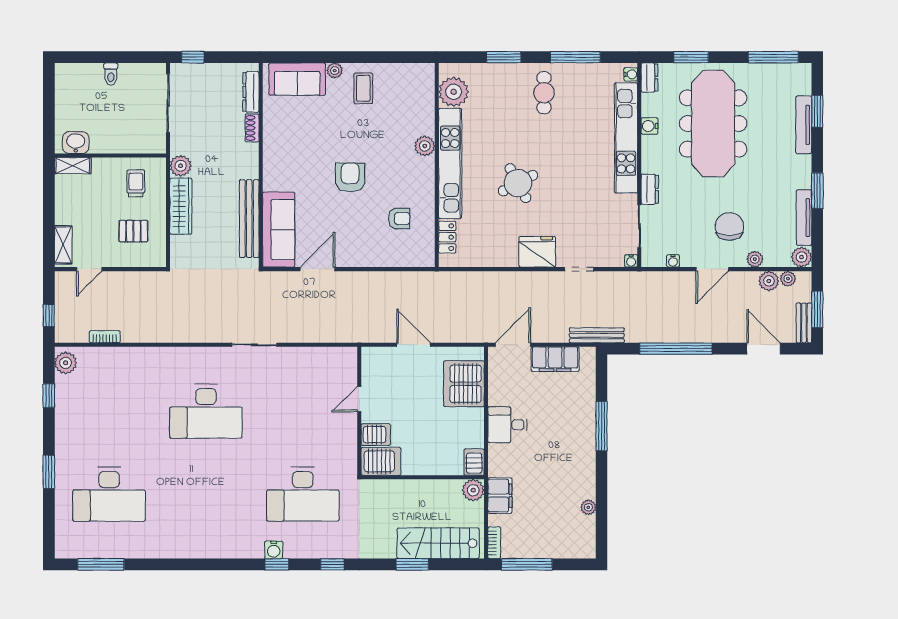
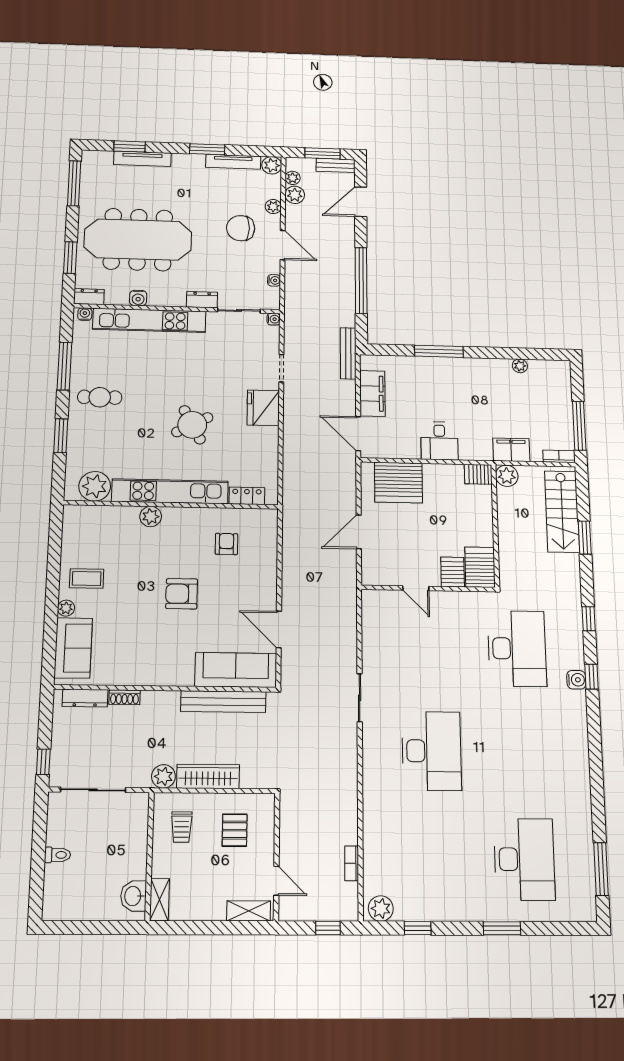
trolley: (136, 183) -> (182, 827), turned -90

